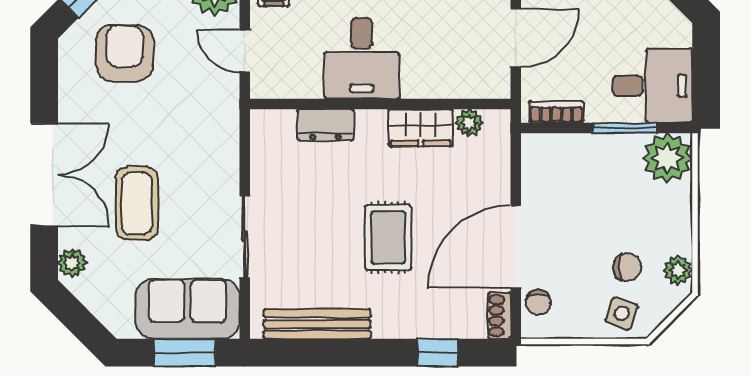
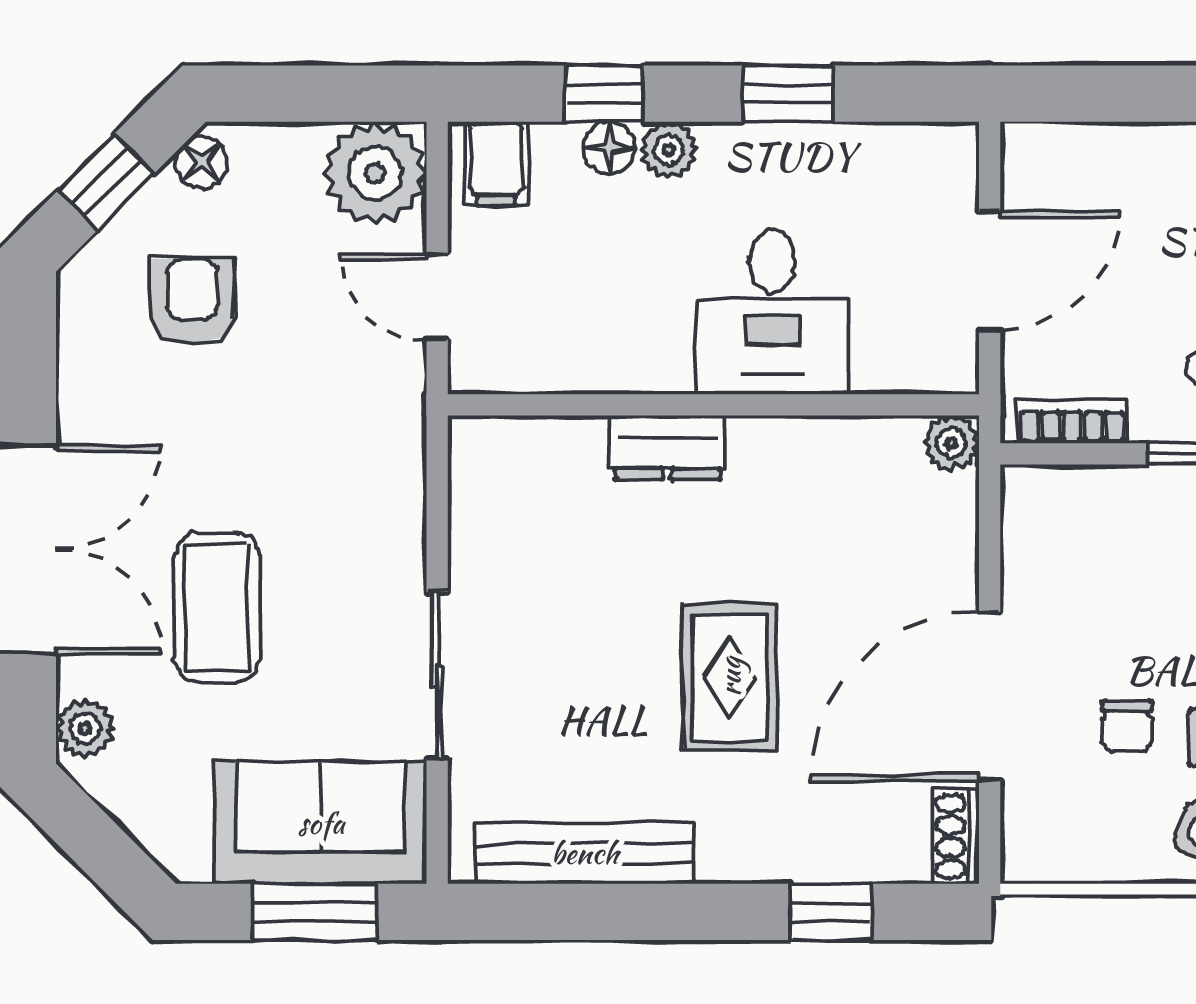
armchair: (124, 53) -> (192, 301), width x0.72, depth x0.72
desk: (362, 58) -> (772, 312), moved
plant: (469, 123) -> (951, 443), moved
dresser: (325, 125) -> (667, 447), moved
wardrobe: (421, 128) -> (796, 453), removed
chair: (538, 302) -> (1127, 726), moved

